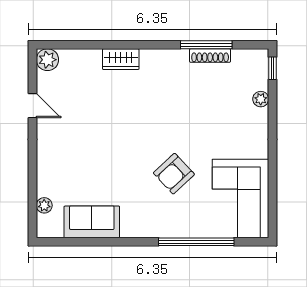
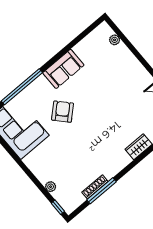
sofa: (92, 222) -> (63, 69), moved

